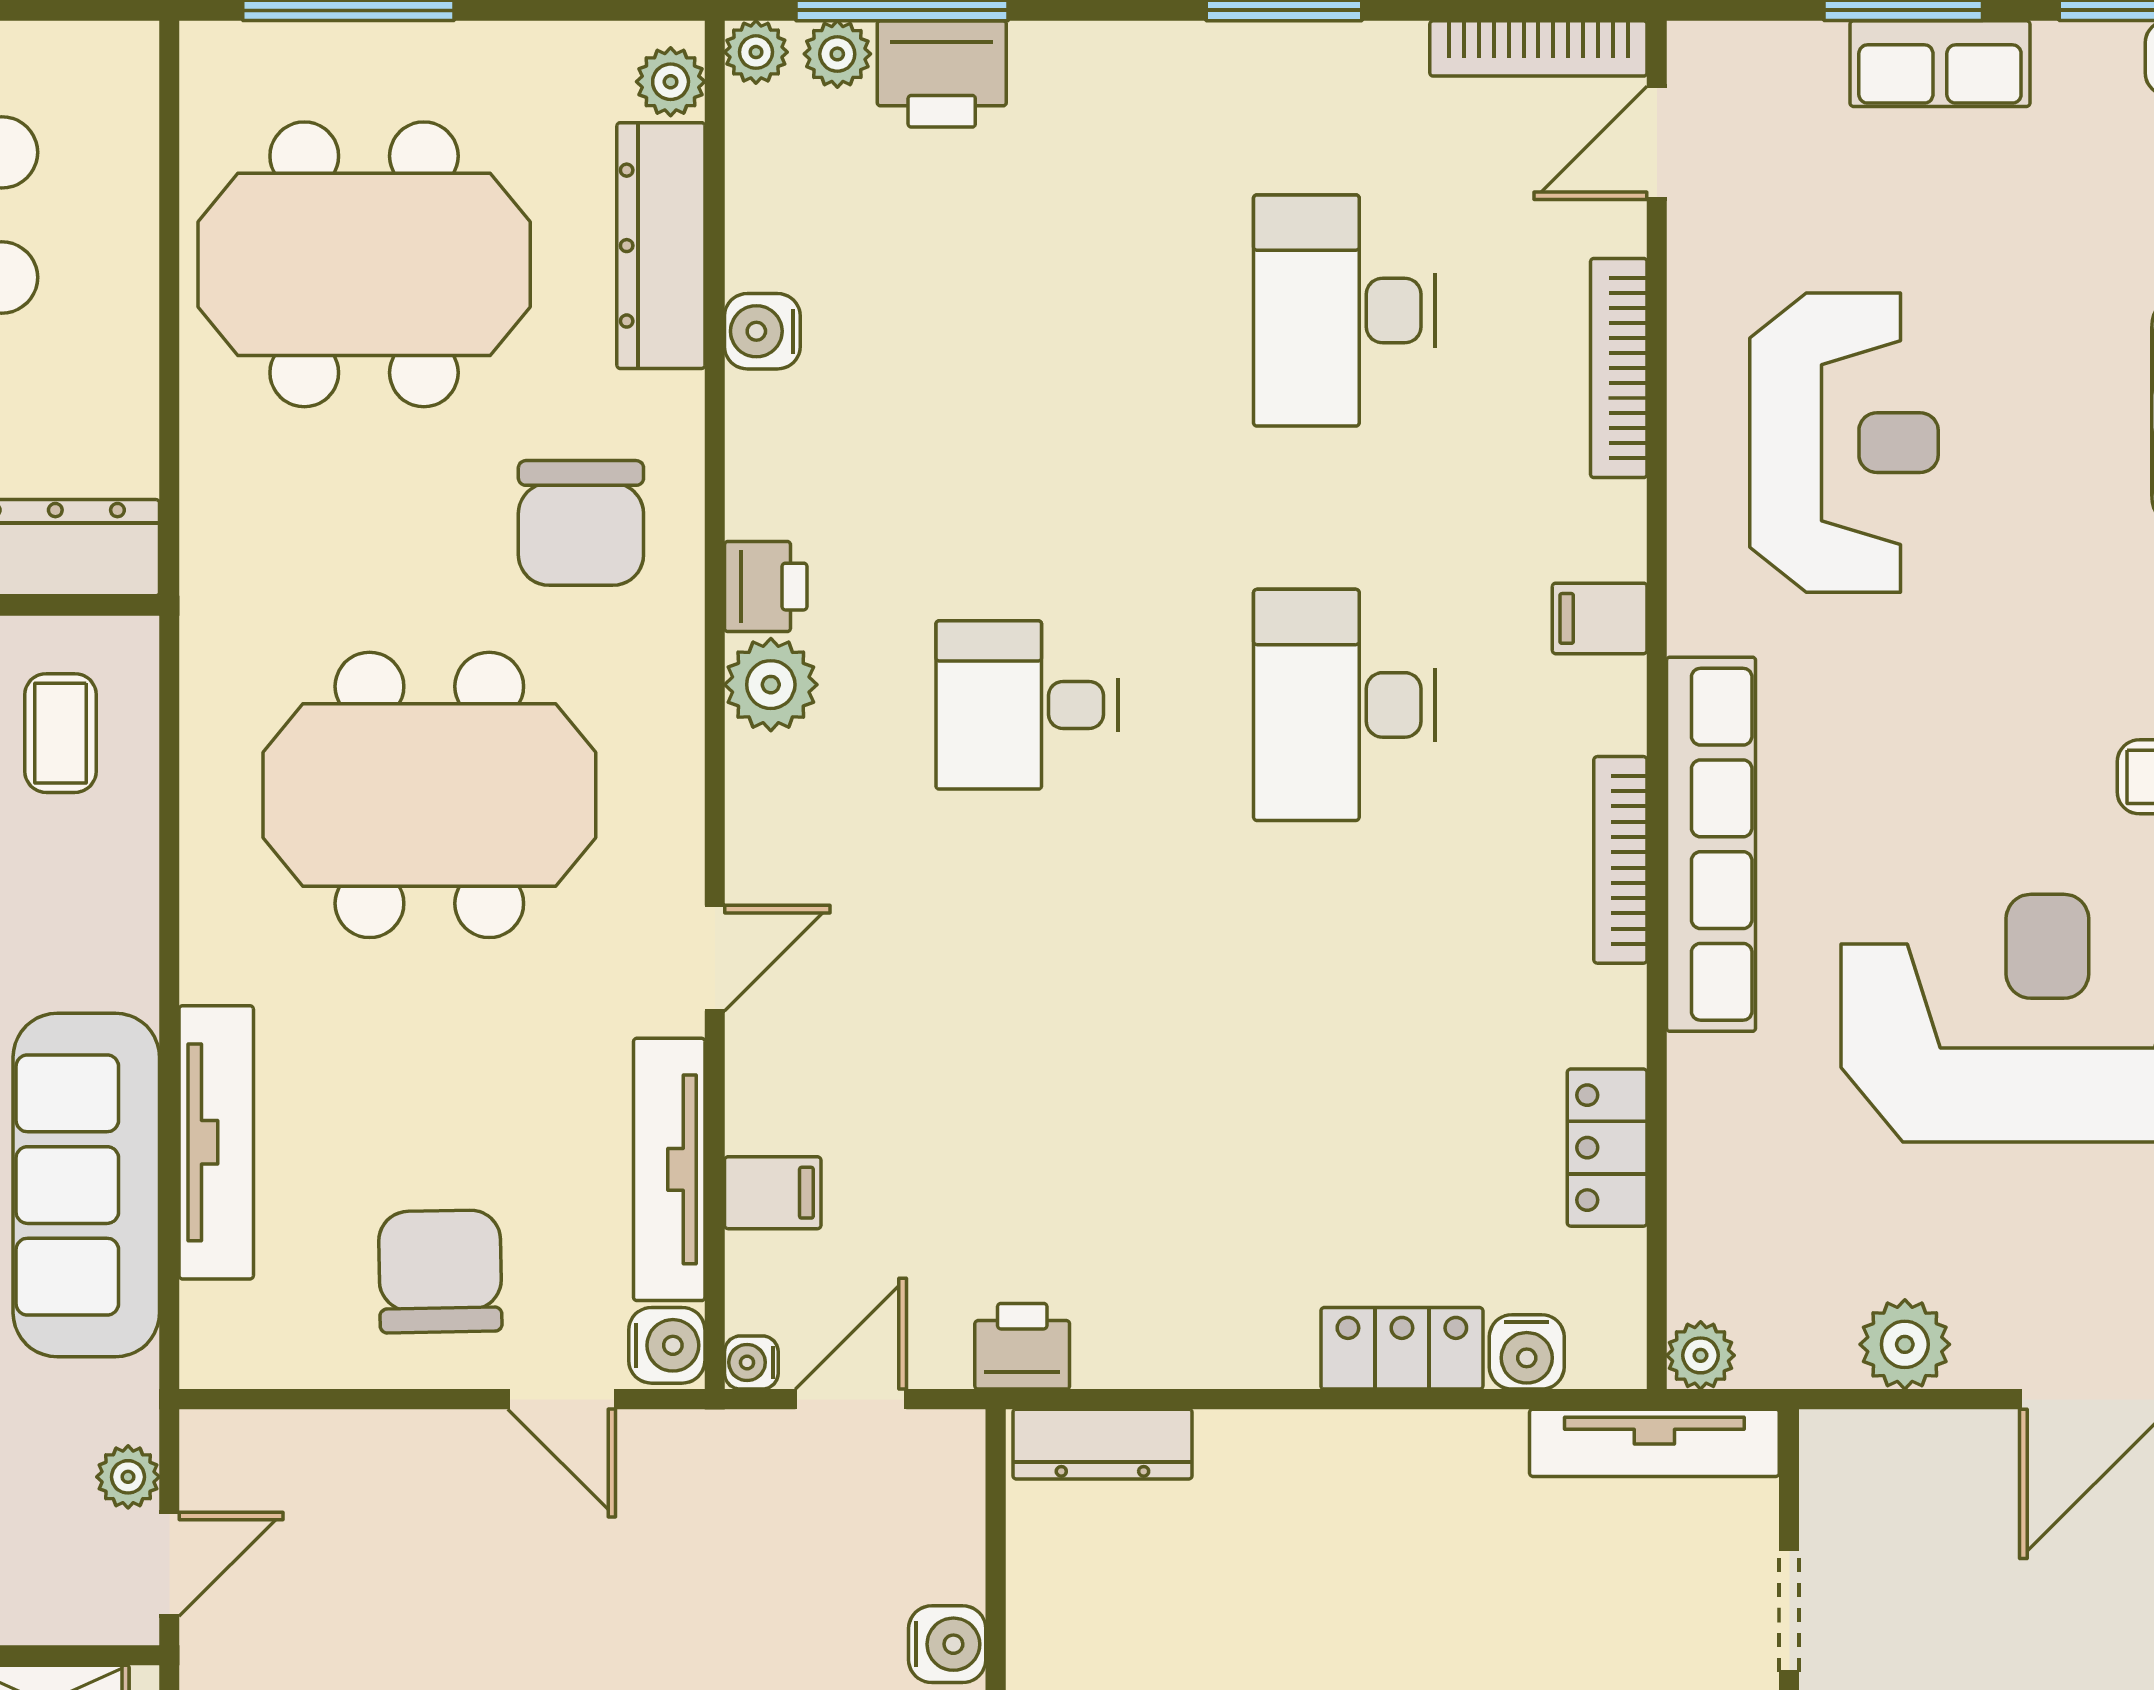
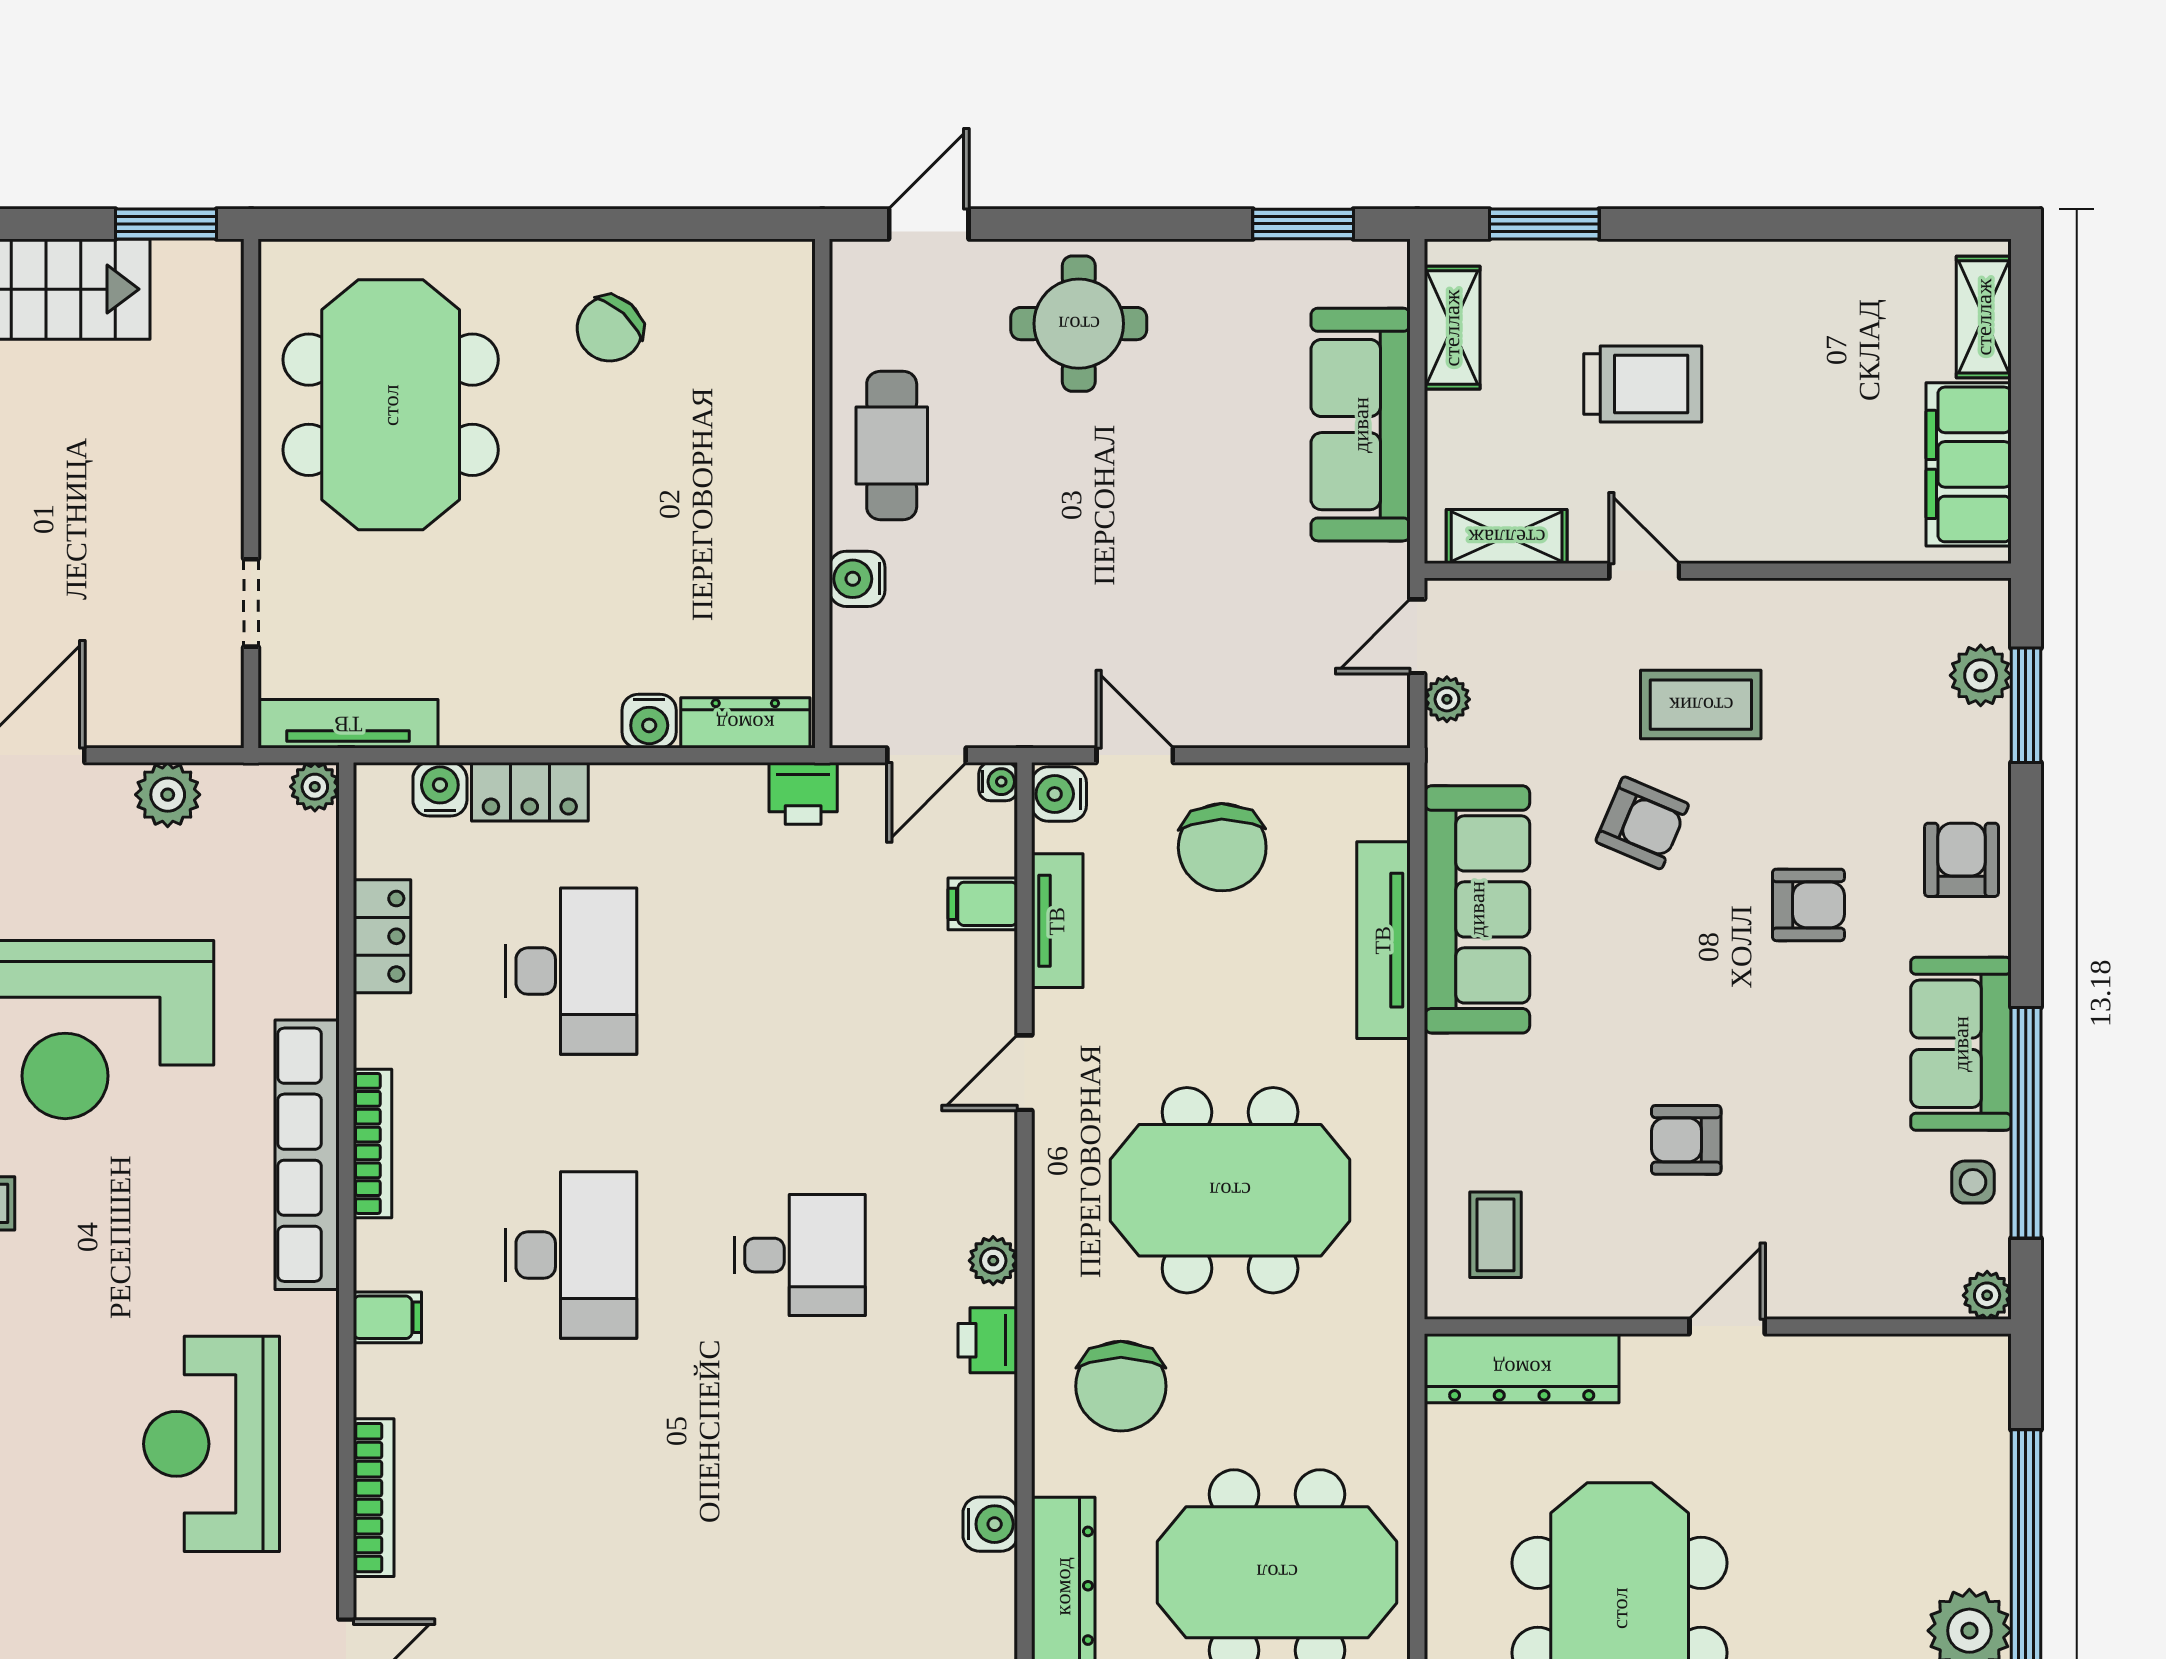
desk: (1345, 311) -> (571, 971), moved
chair: (581, 523) -> (1121, 1386), turned 180
plant: (771, 685) -> (993, 1261), width x0.73, depth x0.73
tv unit: (669, 1169) -> (1057, 921), width x0.71
water cooler: (1236, 1447) -> (649, 721), added

